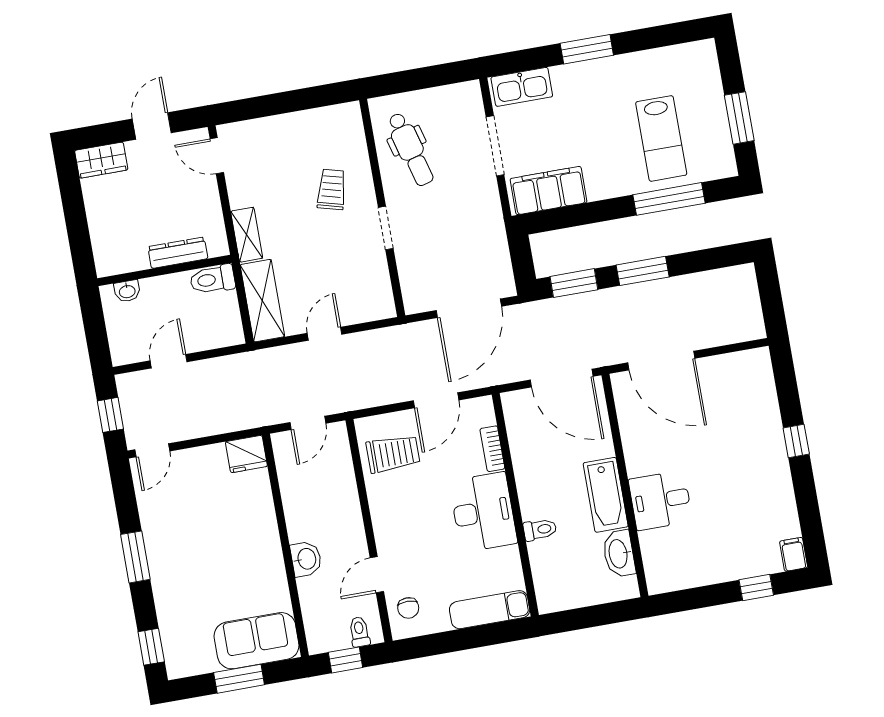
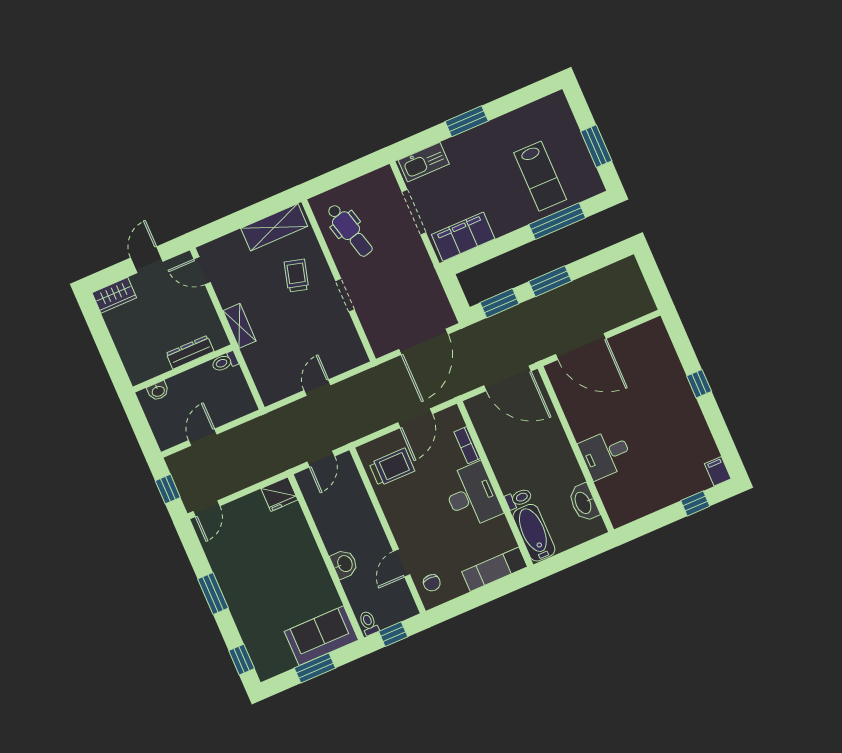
toilet: (213, 279) -> (225, 362), width x0.73, depth x0.72
shelving: (262, 301) -> (274, 227), moved, turned 90
bathtub: (606, 495) -> (534, 533), moved, turned 180
toilet: (359, 632) -> (369, 623), moved

